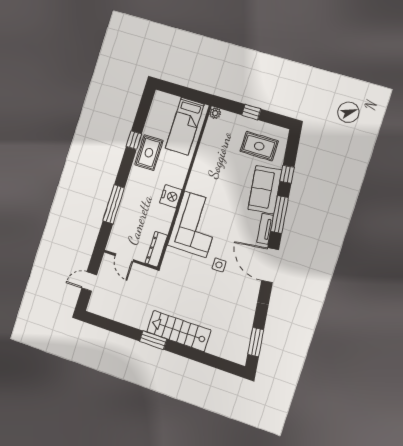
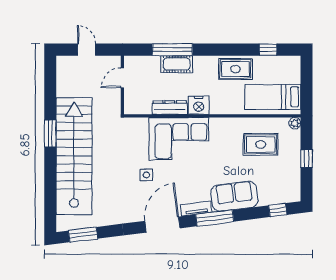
window: (134, 140) -> (268, 50), moved
rug: (259, 146) -> (261, 144), moved, turned 90
window: (287, 174) -> (278, 210), moved
cot: (128, 205) -> (177, 64), added
dresser: (156, 249) -> (170, 108), moved
stairs: (179, 331) -> (74, 156), width x1.86, depth x1.51

